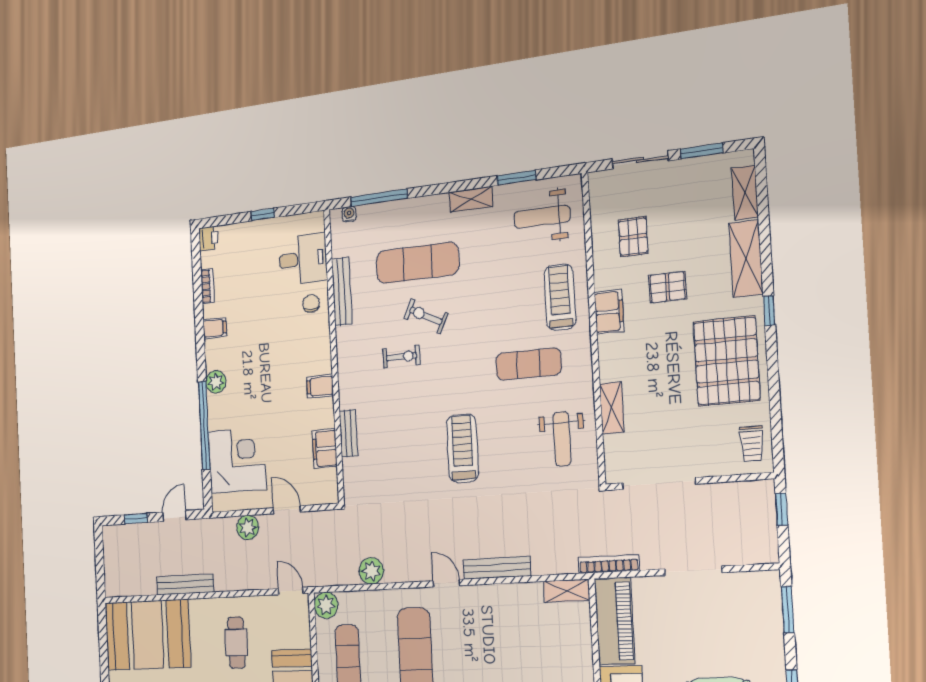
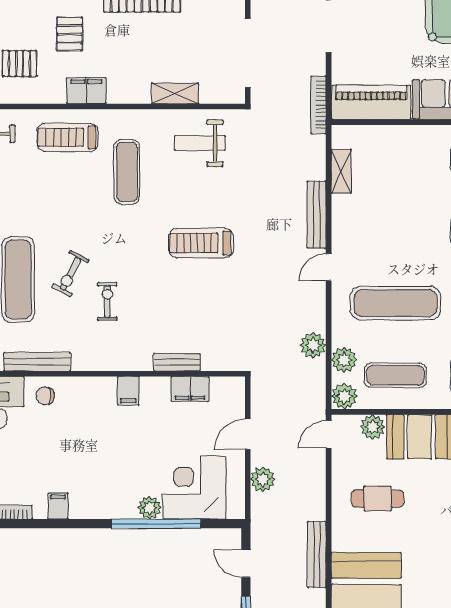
plant: (216, 382) -> (150, 508), moved
weight bench: (562, 439) -> (200, 143), turned 180
shelving: (567, 591) -> (341, 171), moved
plant: (359, 603) -> (344, 360), added
plant: (300, 635) -> (373, 427), added

